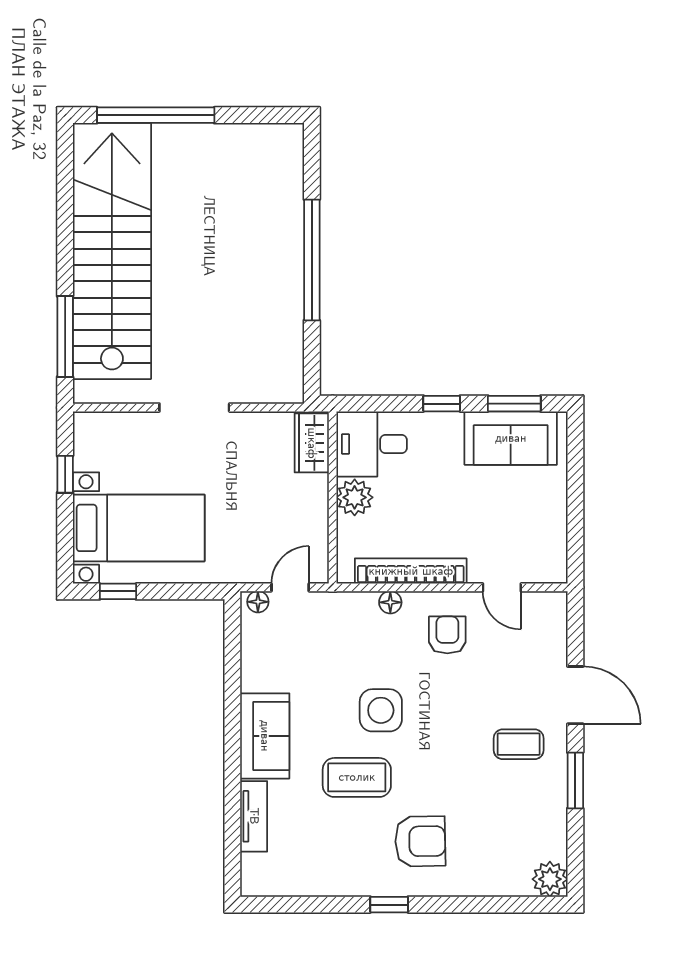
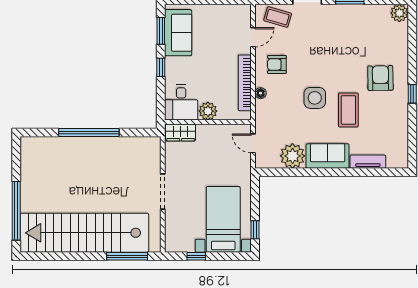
floor lamp: (258, 602) -> (260, 160), removed
plant: (265, 666) -> (293, 156), added
coffee table: (519, 744) -> (278, 17), moved, turned -74

